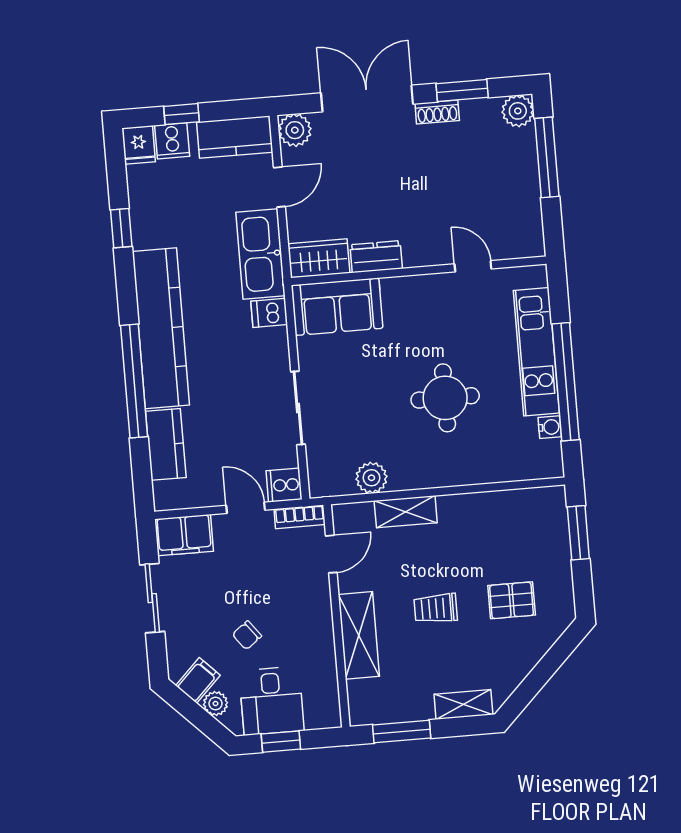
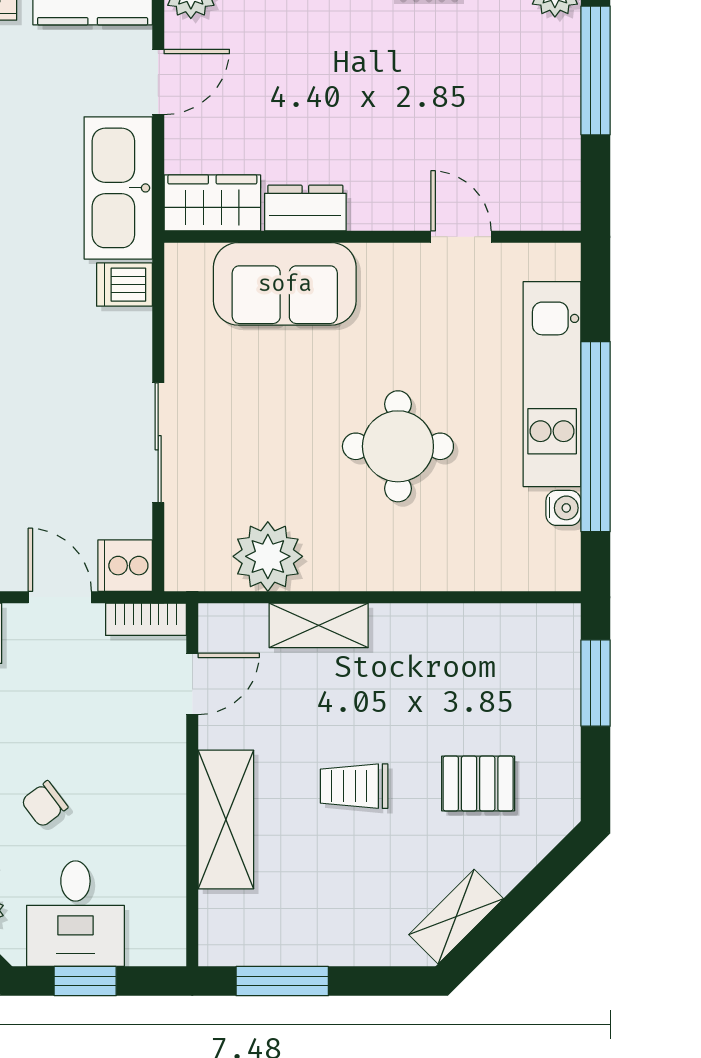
sofa: (337, 307) -> (285, 284), moved
plant: (371, 478) -> (268, 556), width x1.36, depth x1.36
shelving: (463, 704) -> (456, 917), moved, turned -45

